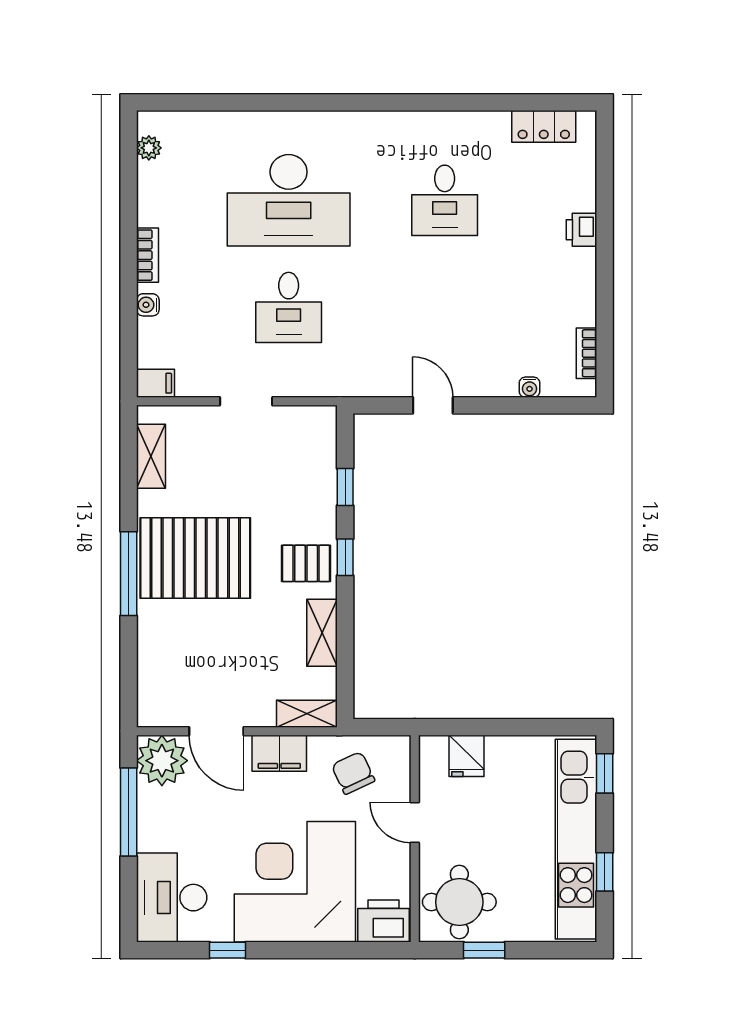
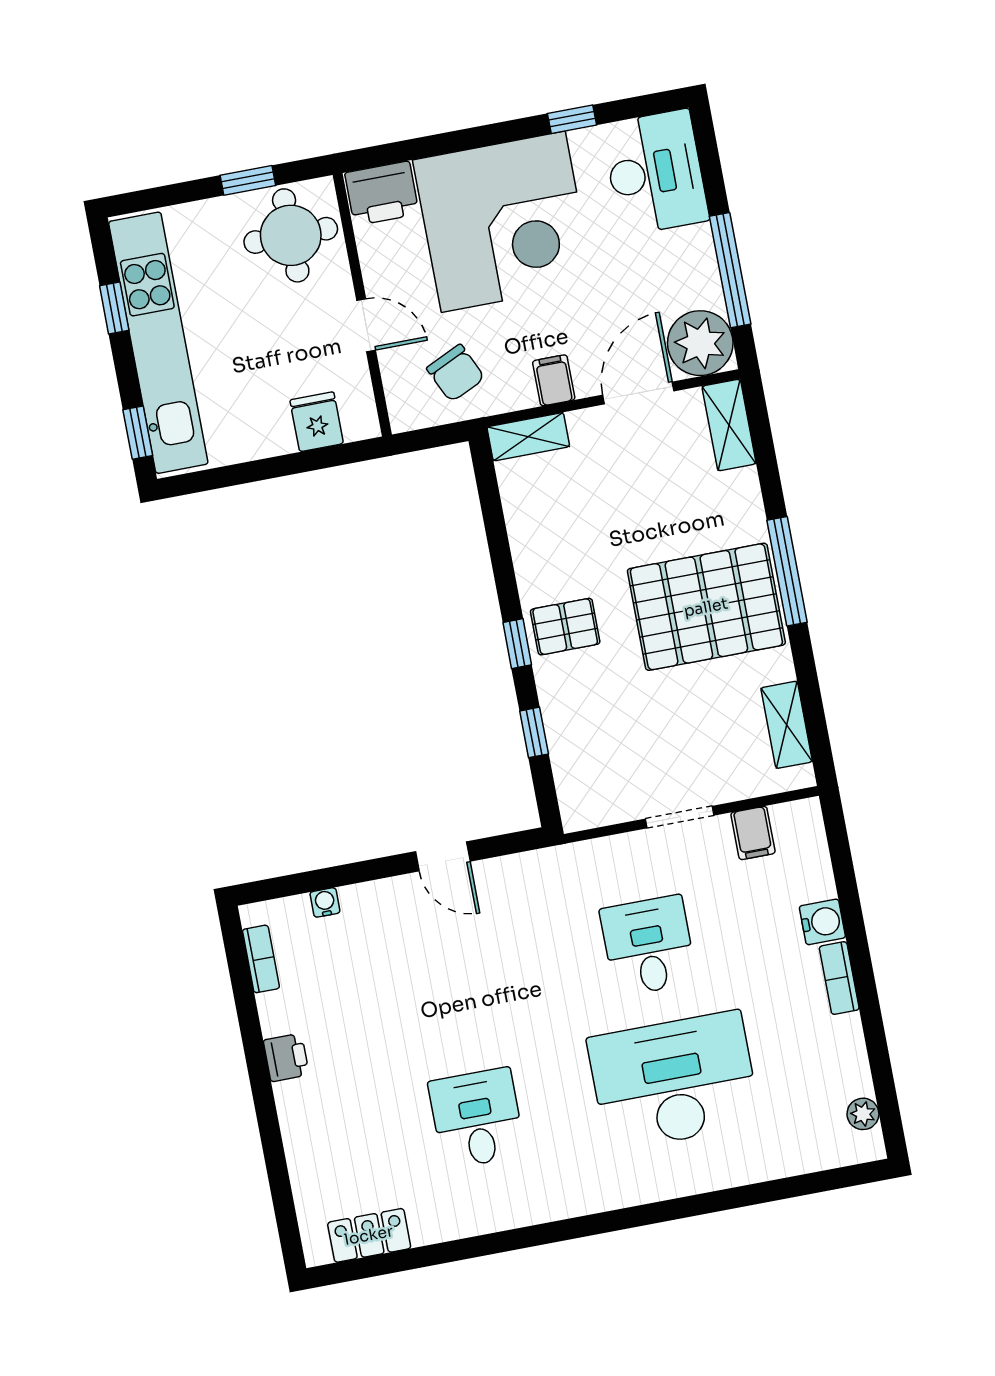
printer: (582, 230) -> (286, 1057), moved
water cooler: (148, 305) -> (822, 922), width x1.38, depth x1.38
filing cabinet: (155, 383) -> (753, 833), moved, turned -90
shelving: (322, 633) -> (729, 425), moved
door: (216, 731) -> (638, 393), hinge flipped
filing cabinet: (279, 753) -> (554, 380), width x0.50

